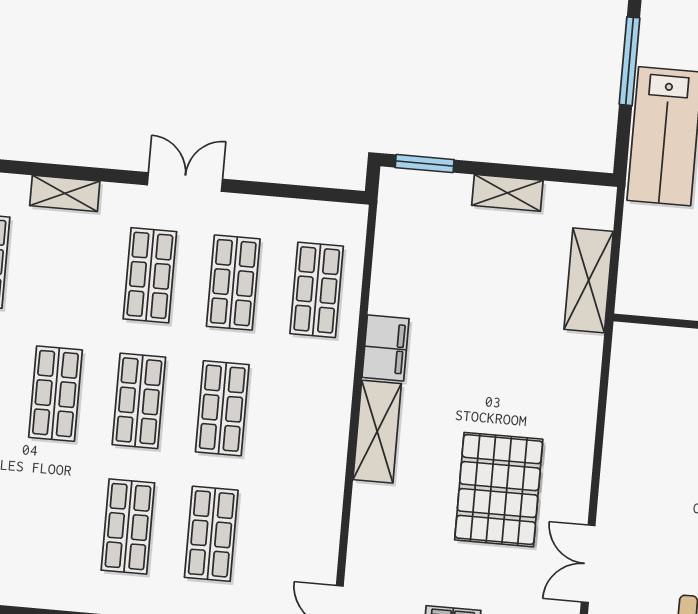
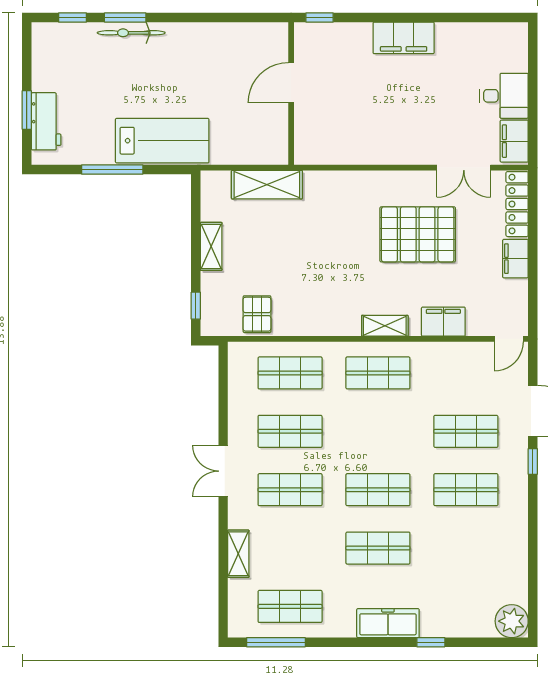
window: (425, 164) -> (196, 306), width x0.67
pallet: (405, 250) -> (257, 314), added
filing cabinet: (385, 348) -> (443, 322), moved
shop shelf: (222, 408) -> (378, 373), moved
shelving: (377, 432) -> (385, 326), width x0.67, depth x0.75

